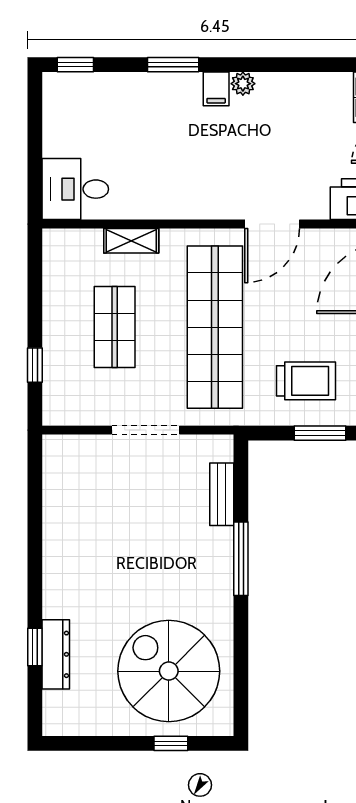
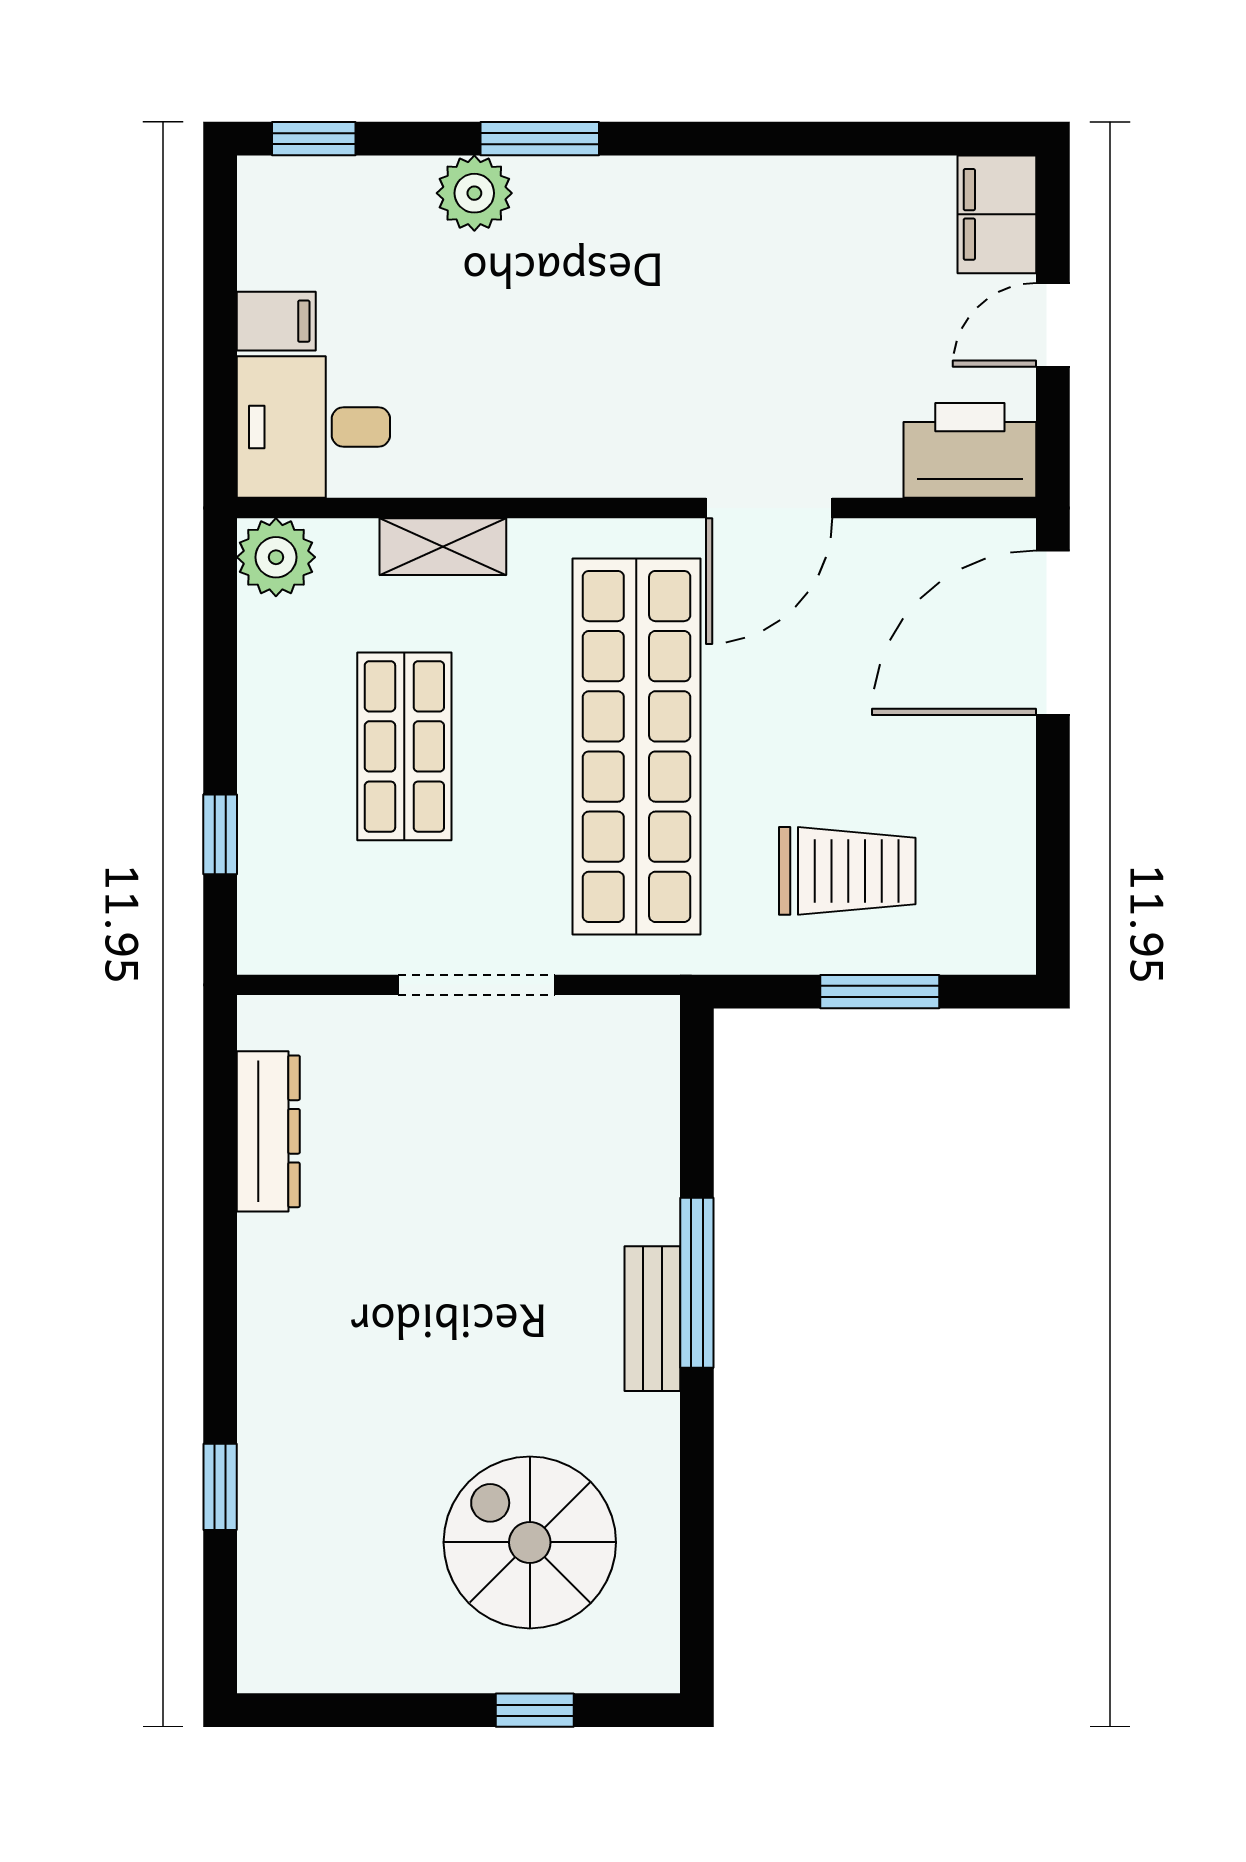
plant: (243, 84) -> (474, 193), moved, width x1.38, depth x1.38
filing cabinet: (216, 89) -> (276, 321), moved, turned -90
plant: (59, 245) -> (276, 557), added
bench: (222, 494) -> (652, 1319), moved
dresser: (56, 654) -> (268, 1131), moved
spiral stairs: (169, 671) -> (530, 1542), width x0.73, depth x0.73

